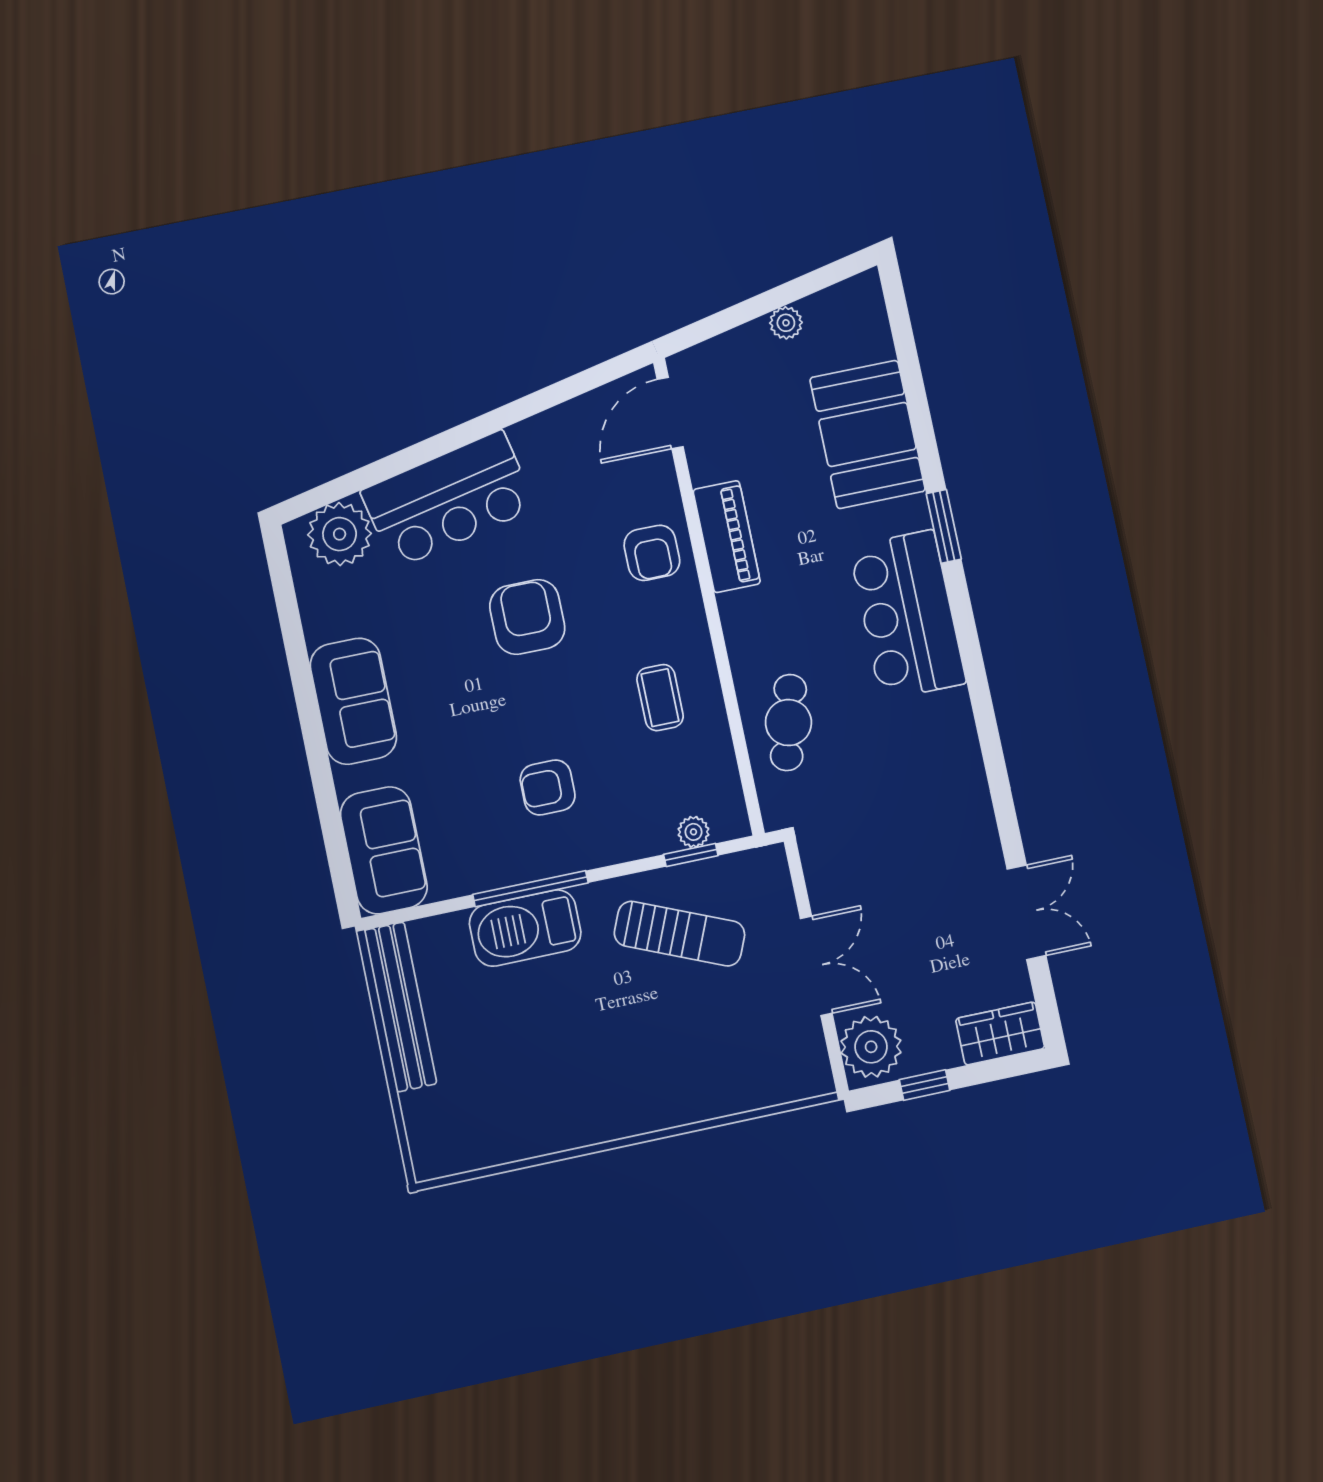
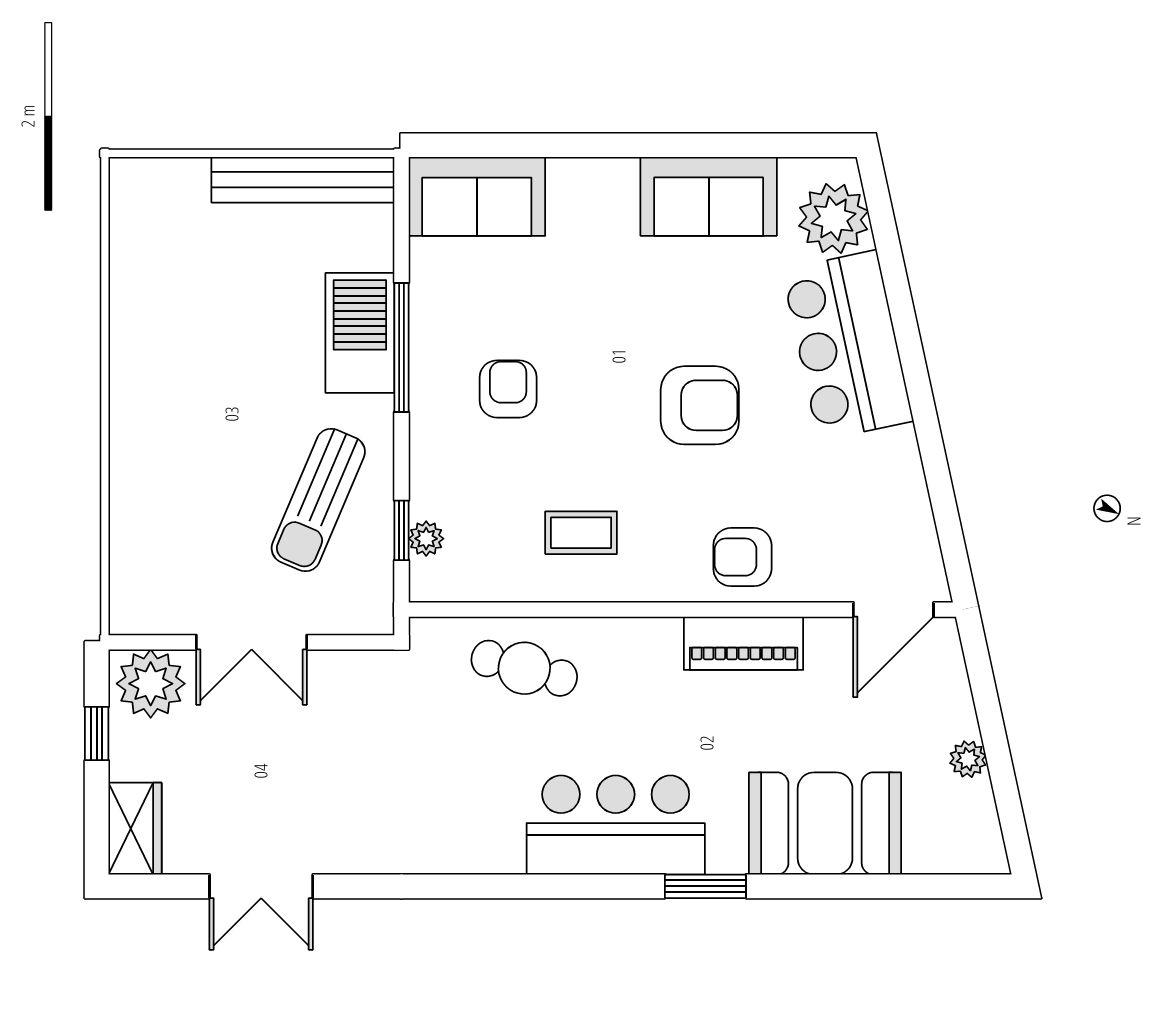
door: (670, 413) -> (893, 610), swing flipped
sofa: (353, 701) -> (709, 196), moved

